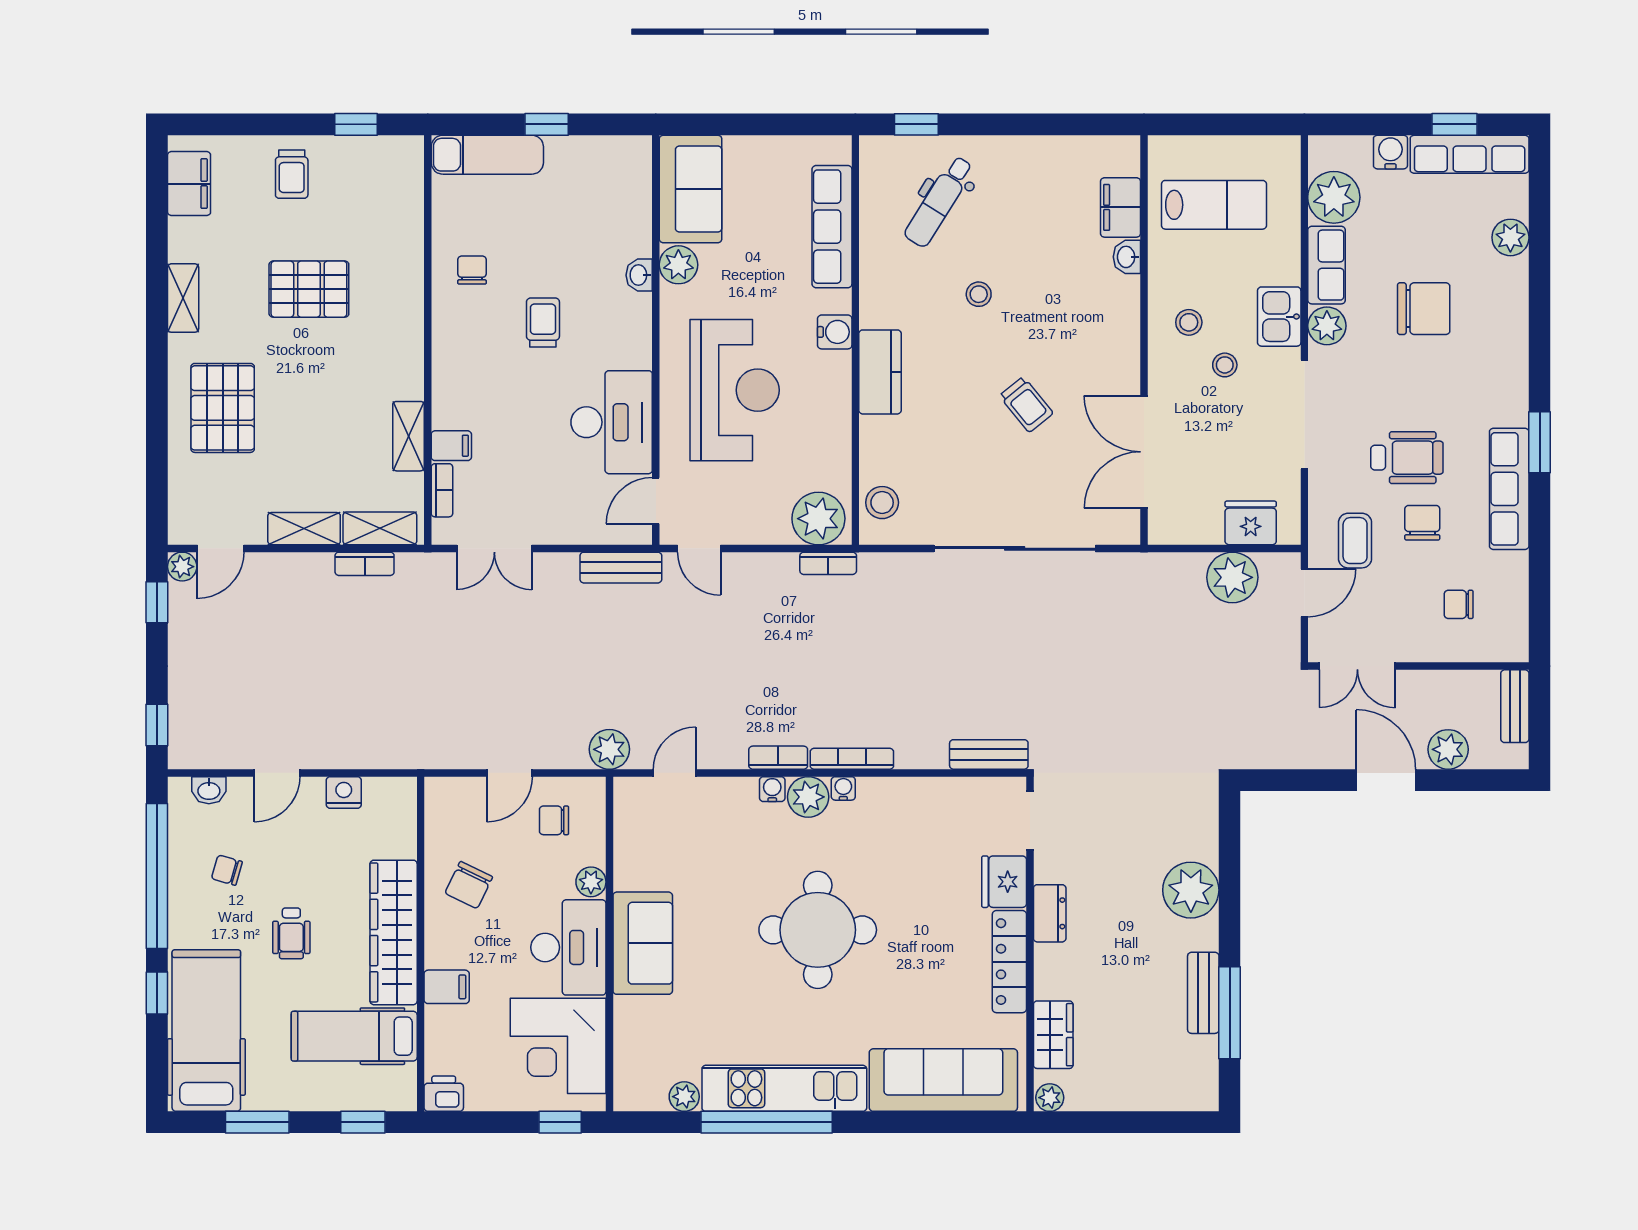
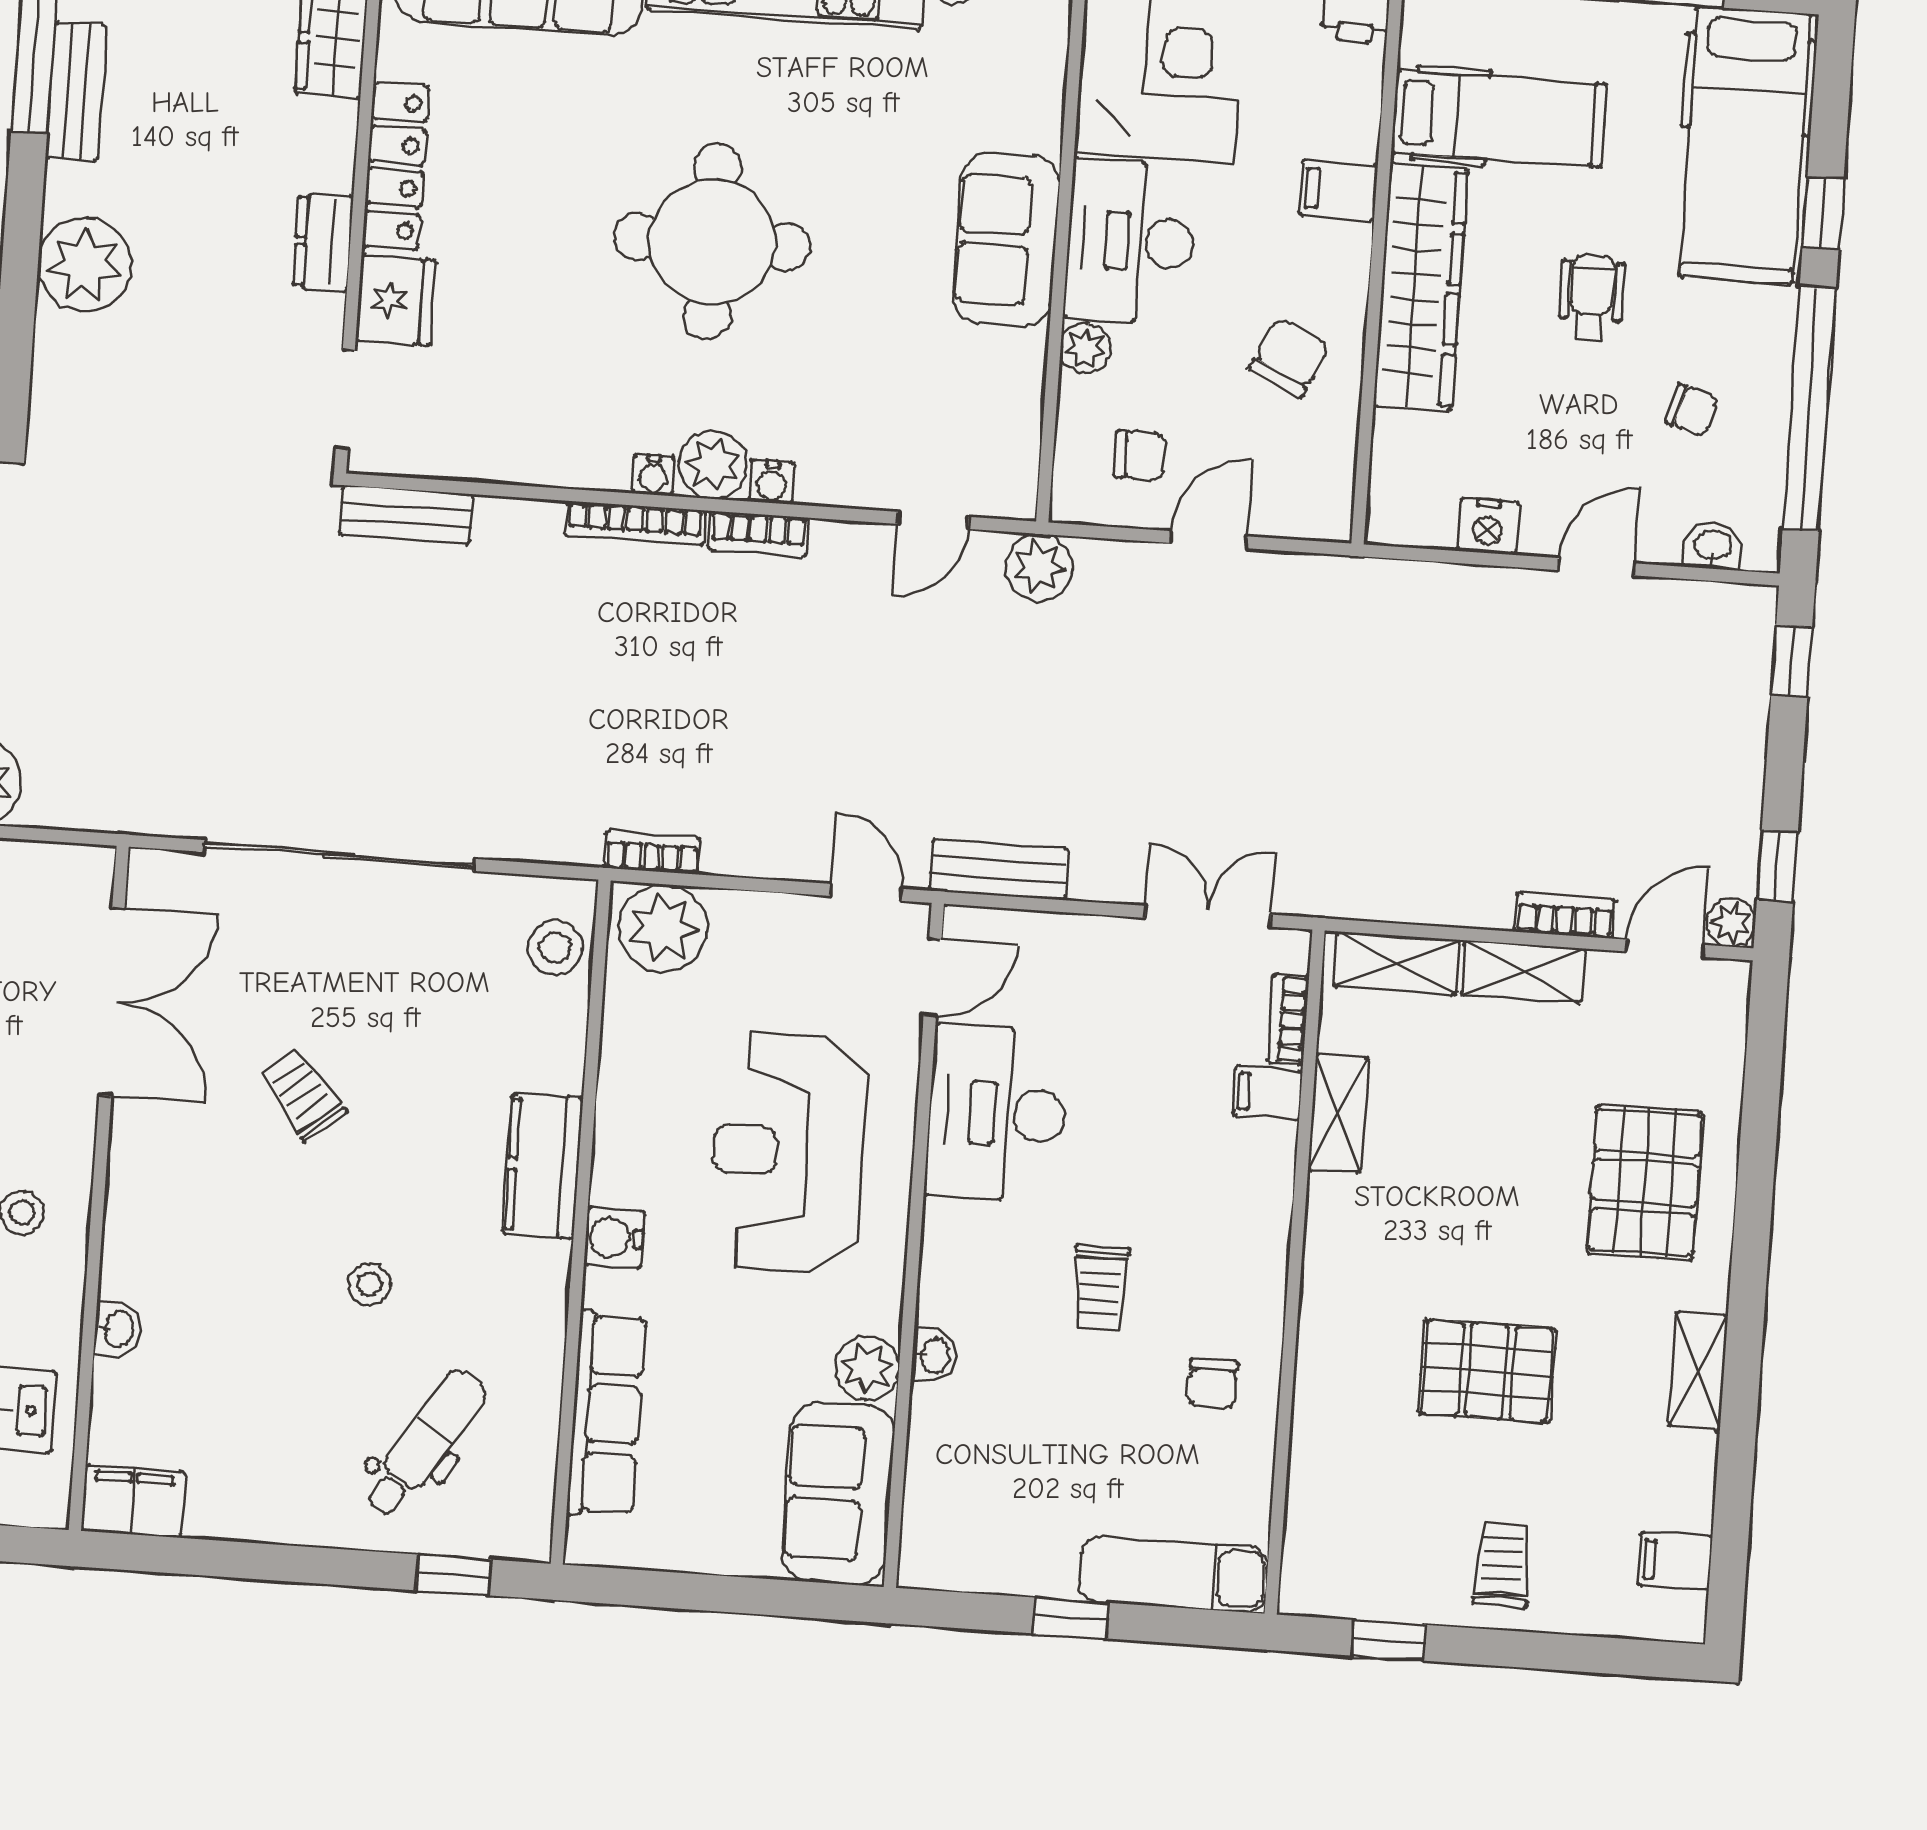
filing cabinet: (189, 184) -> (1675, 1561), width x0.50
filing cabinet: (1121, 207) -> (133, 1501), moved, turned -90
bookcase: (365, 564) -> (1565, 915), moved

